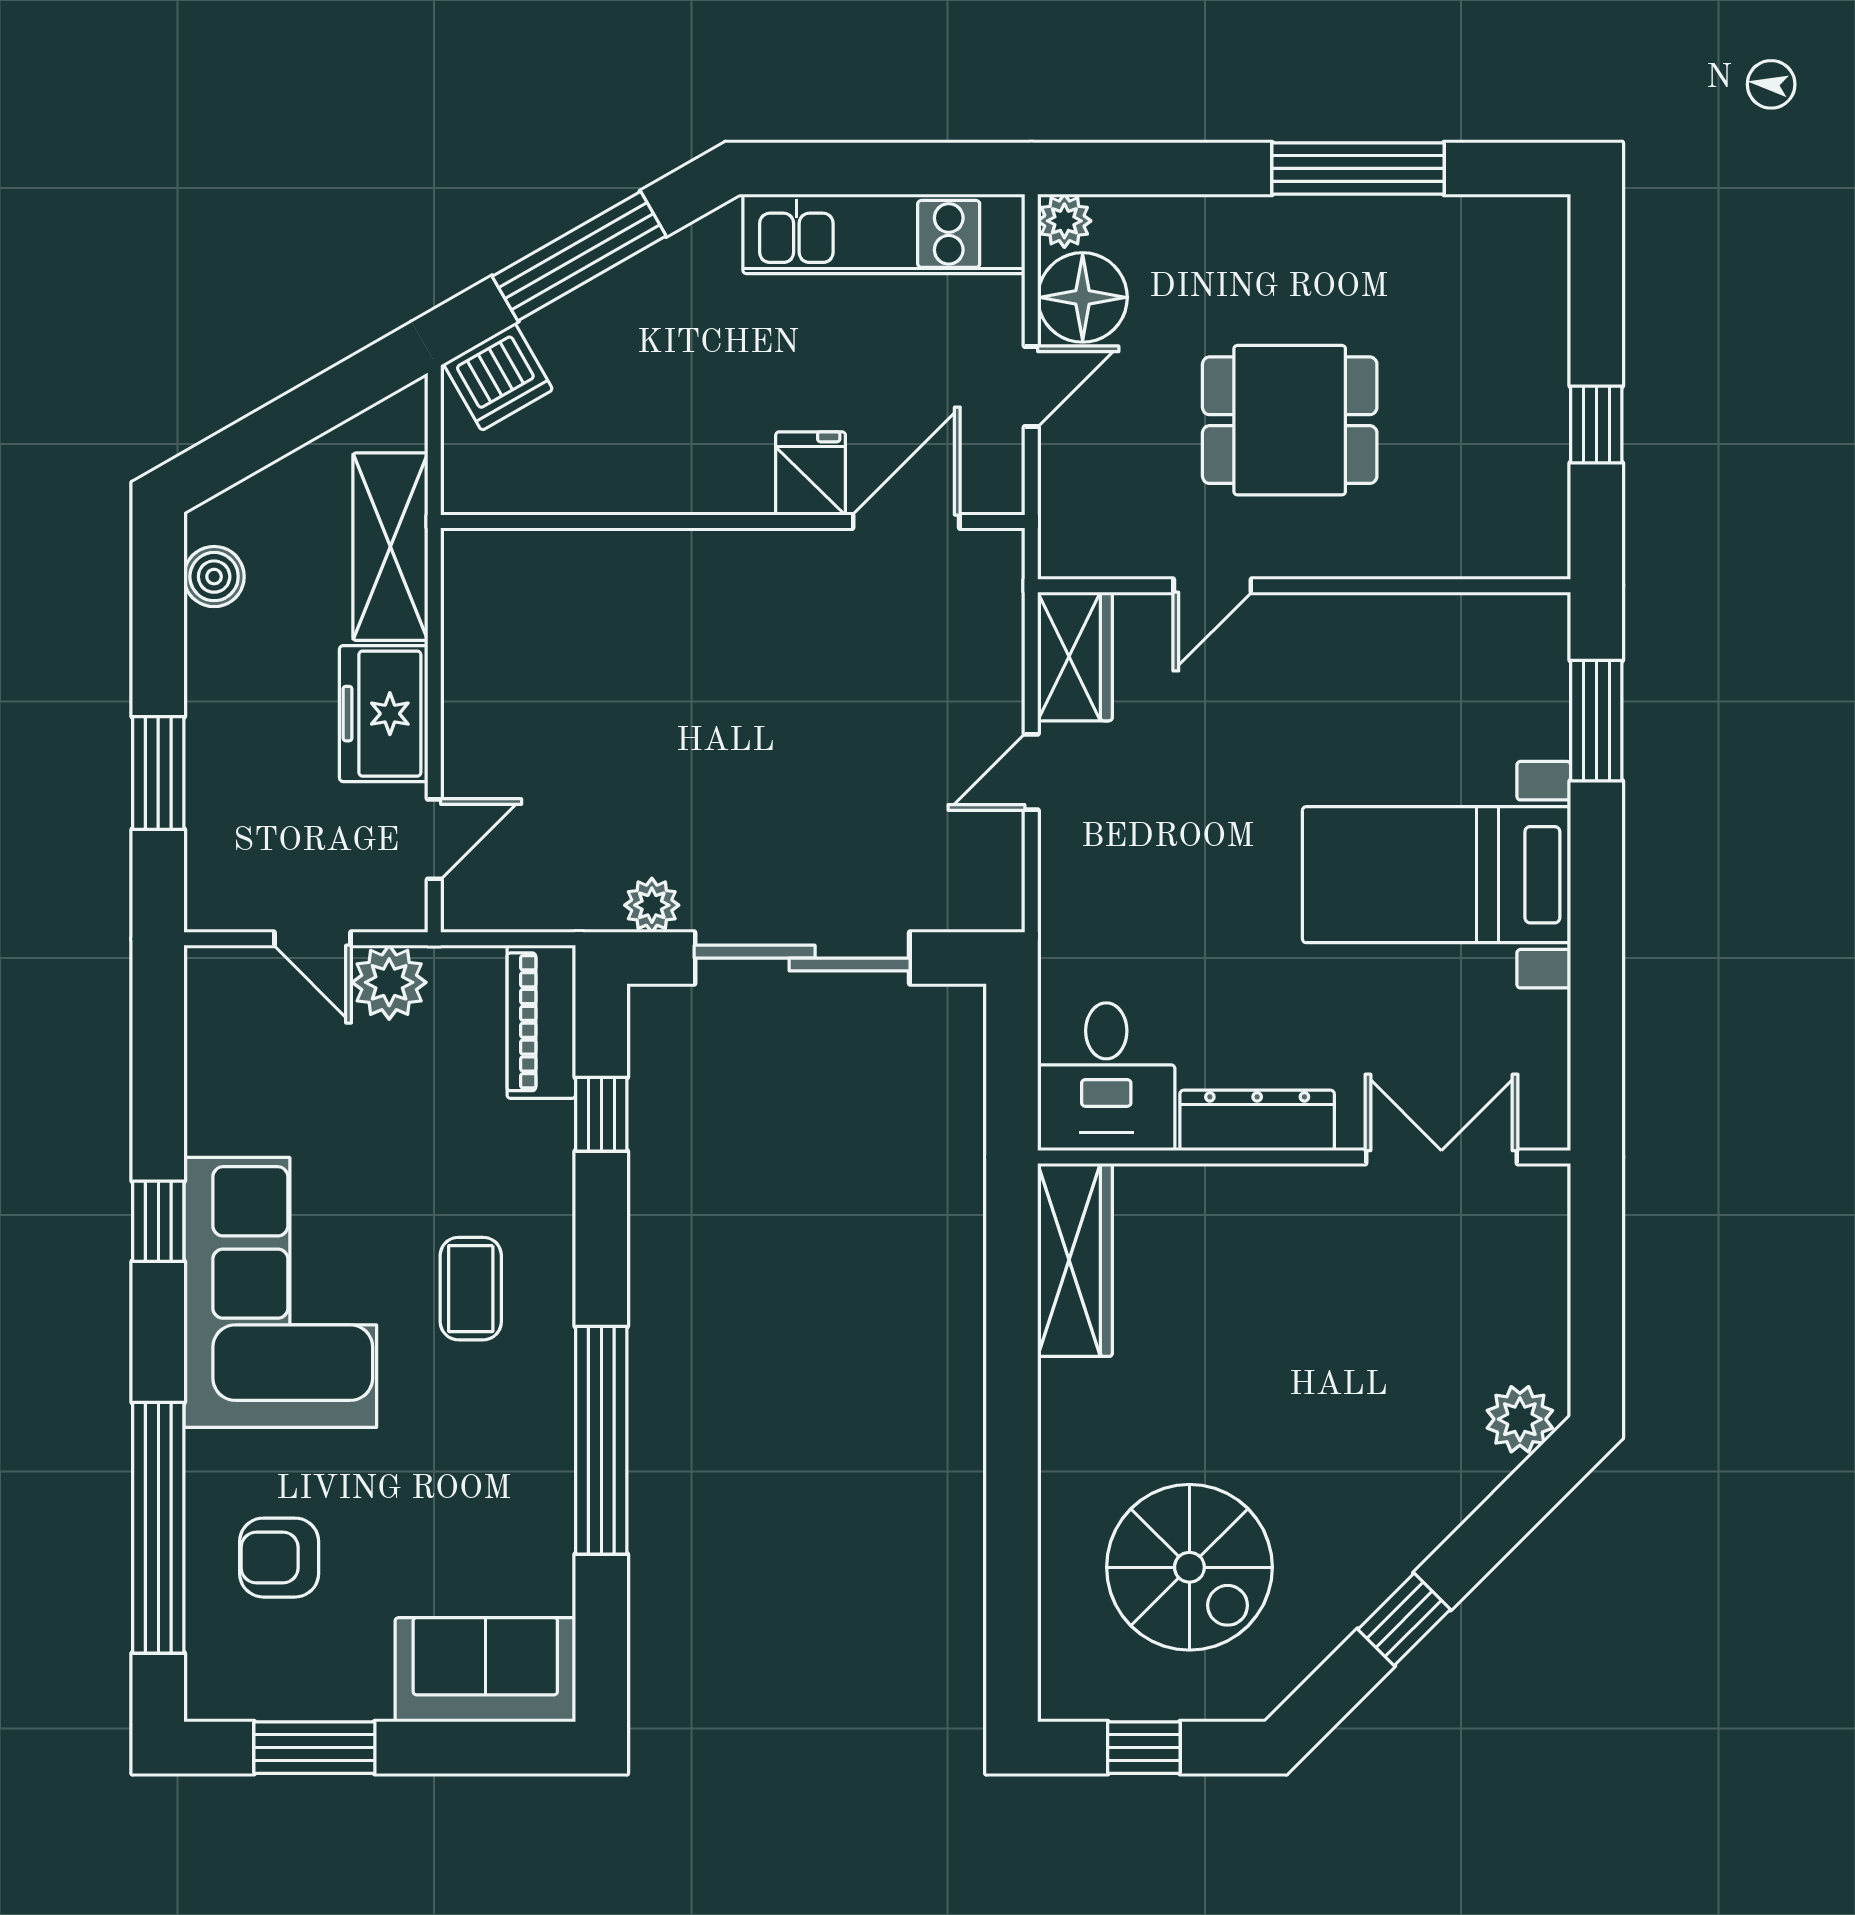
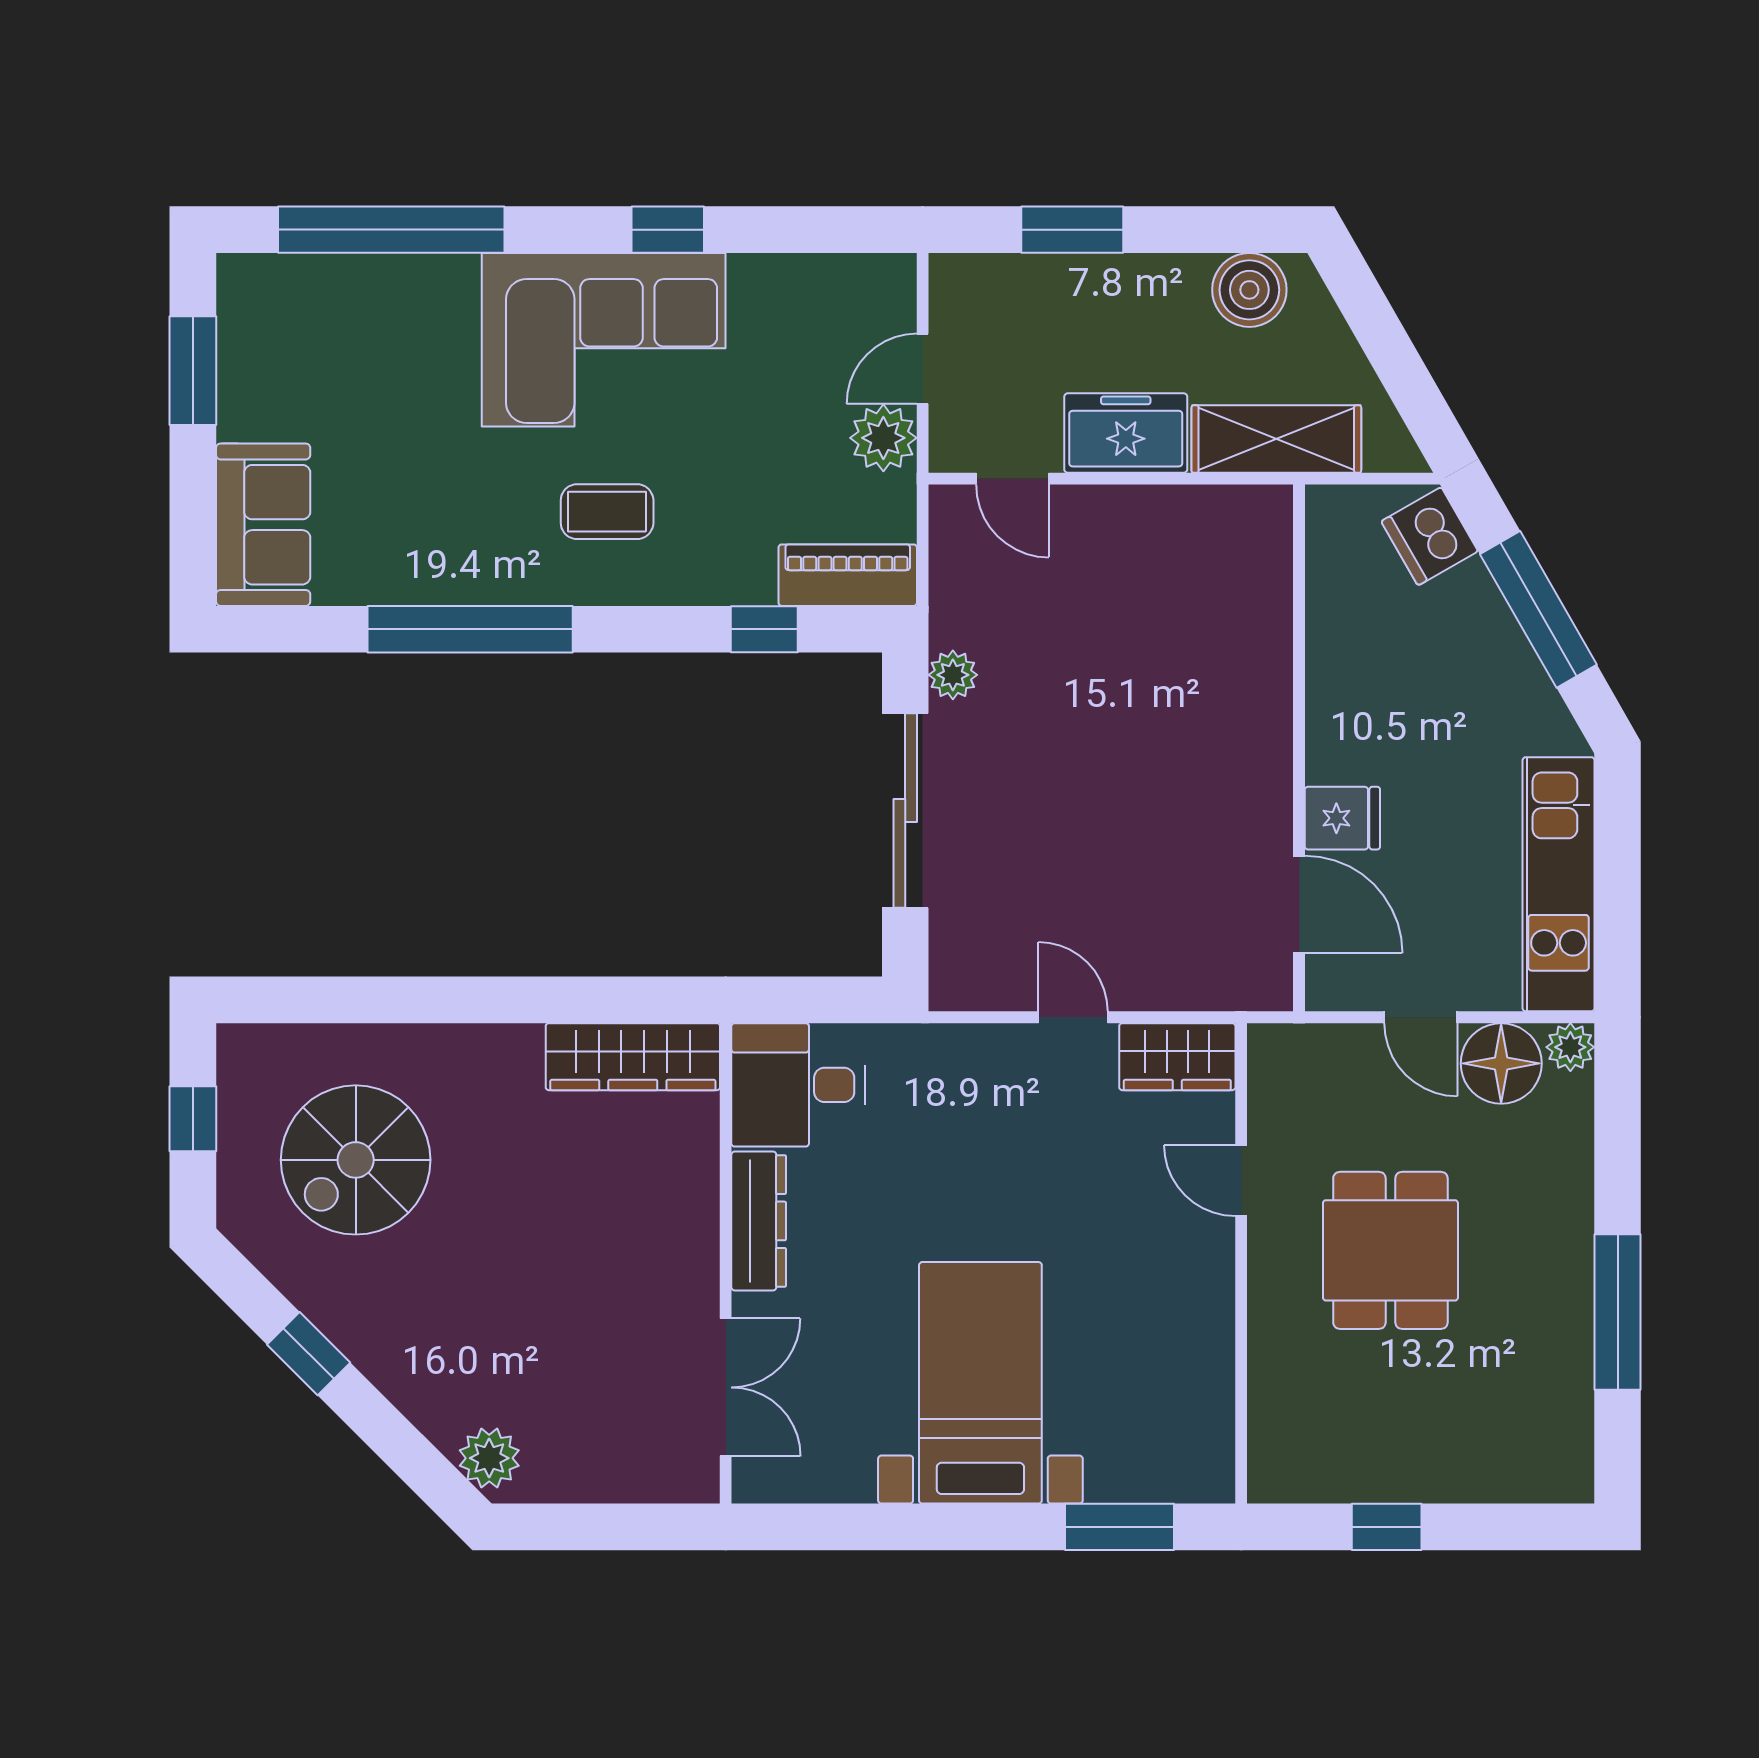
boiler: (214, 577) -> (1249, 290), width x1.36, depth x1.36
armchair: (279, 1558) -> (364, 339), removed

